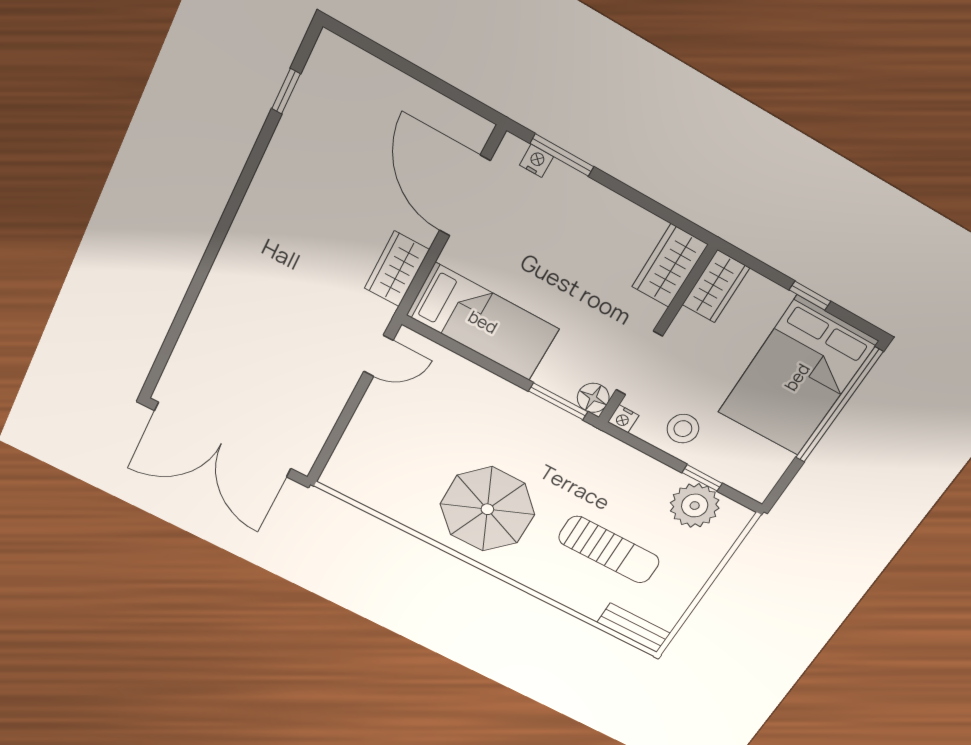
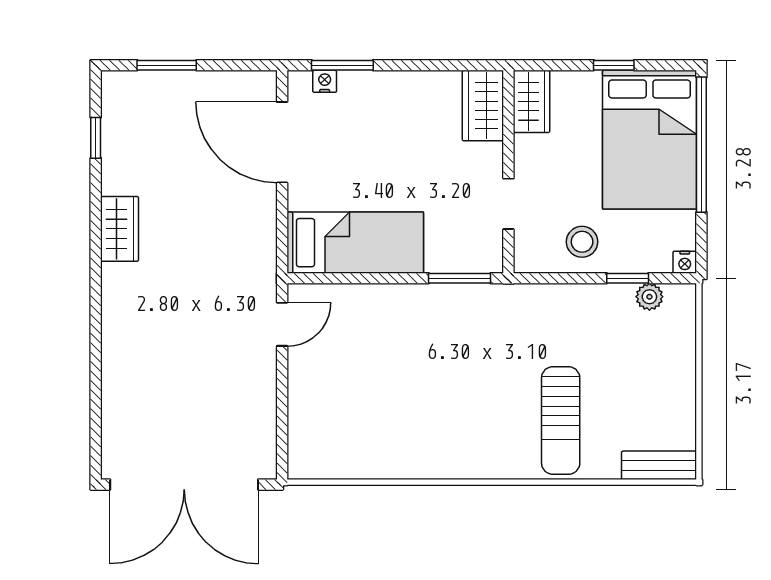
window: (391, 58) -> (167, 65), added
wardrobe: (397, 269) -> (120, 229), moved, turned 180
doorway: (639, 363) -> (508, 204), width x0.73
floor lamp: (593, 398) -> (488, 258), removed
nightstand: (623, 419) -> (685, 262), moved
plant: (695, 506) -> (649, 297), width x0.53, depth x0.53
parasol: (487, 509) -> (455, 419), removed
sun lounger: (609, 550) -> (561, 420), moved, turned 90

